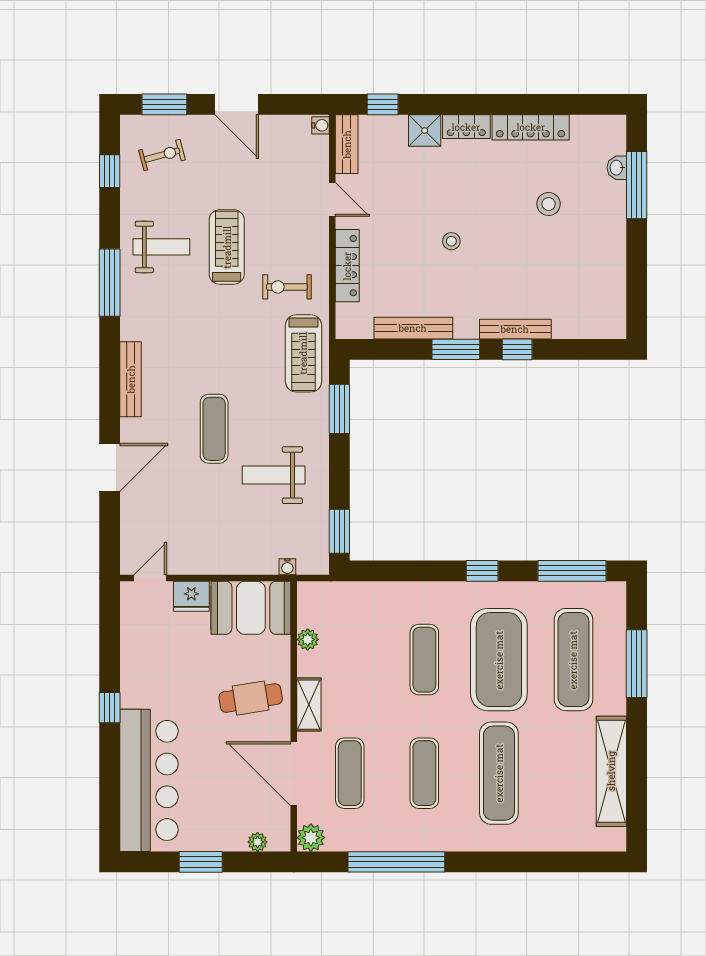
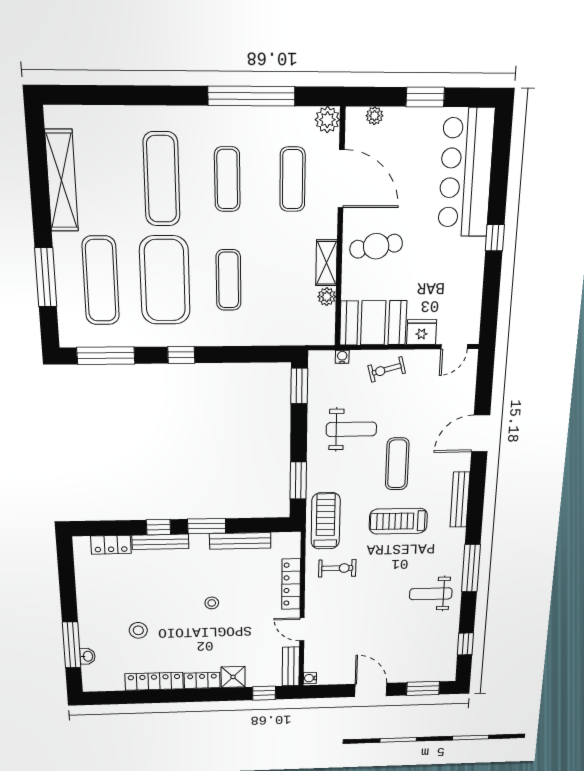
exercise bike: (162, 155) -> (387, 369), moved
treadmill: (227, 247) -> (398, 521), moved, turned 90
locker: (578, 326) -> (111, 545), added
shelving: (309, 705) -> (326, 263), moved

